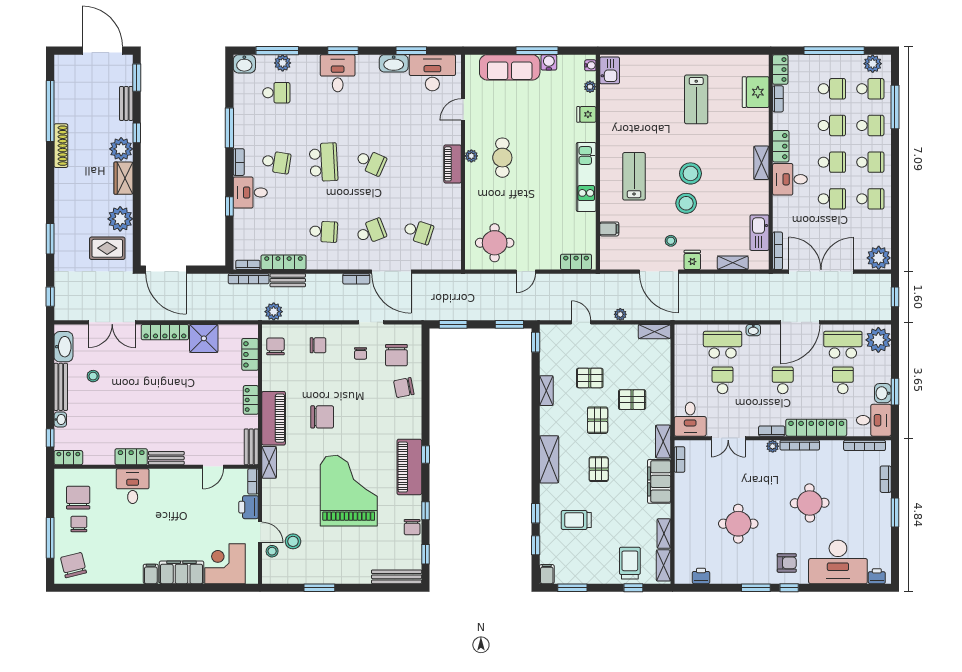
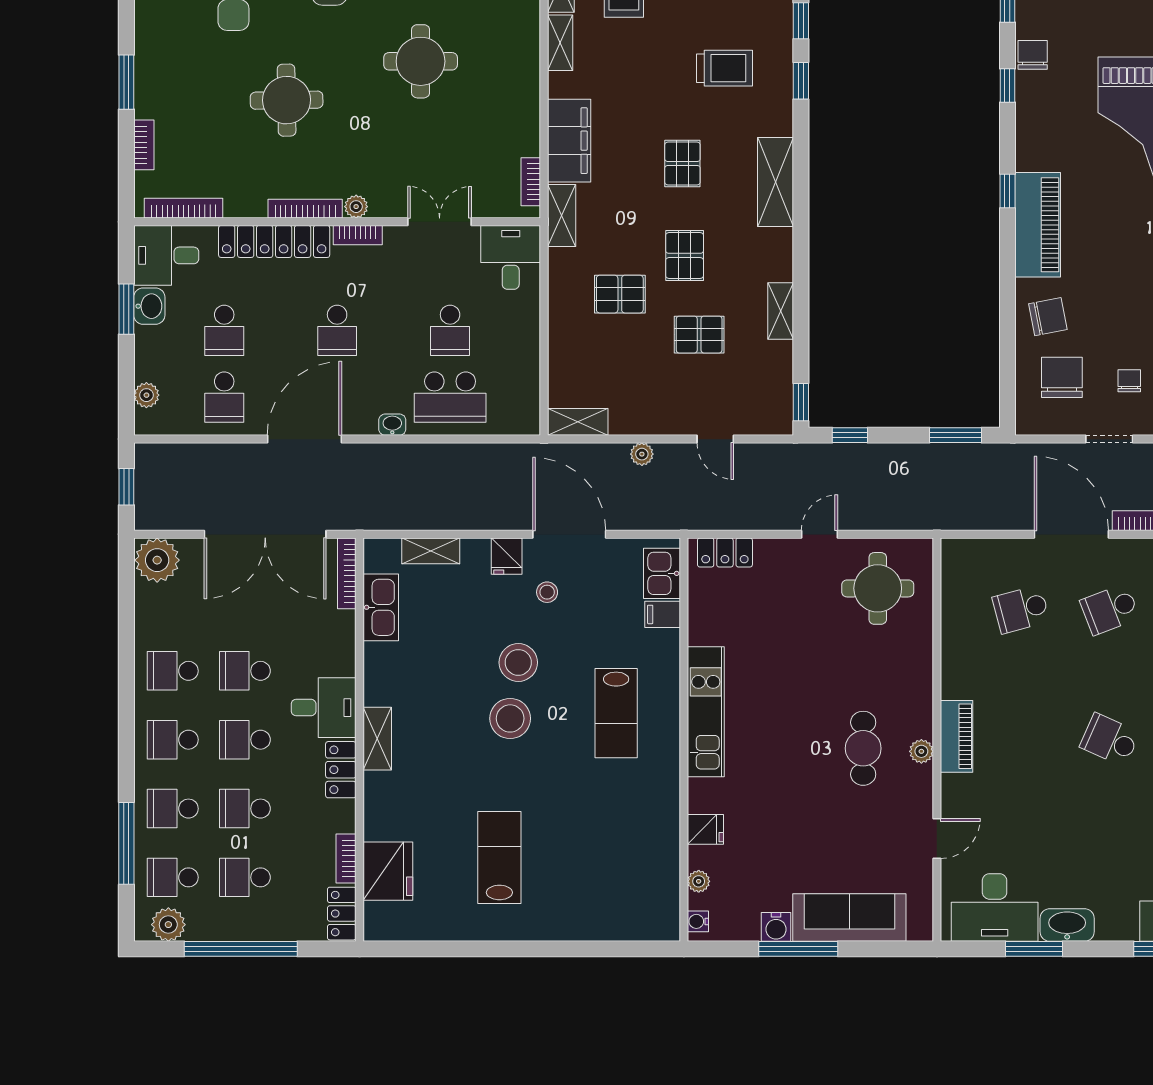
kitchen sink: (610, 70) -> (662, 573), moved
school desk: (418, 232) -> (1021, 609), turned -33
window: (509, 324) -> (850, 435), width x0.67
plant: (878, 340) -> (146, 395), width x0.53, depth x0.53
school desk: (843, 345) -> (224, 397), width x0.54
piano: (409, 467) -> (1038, 225), moved

